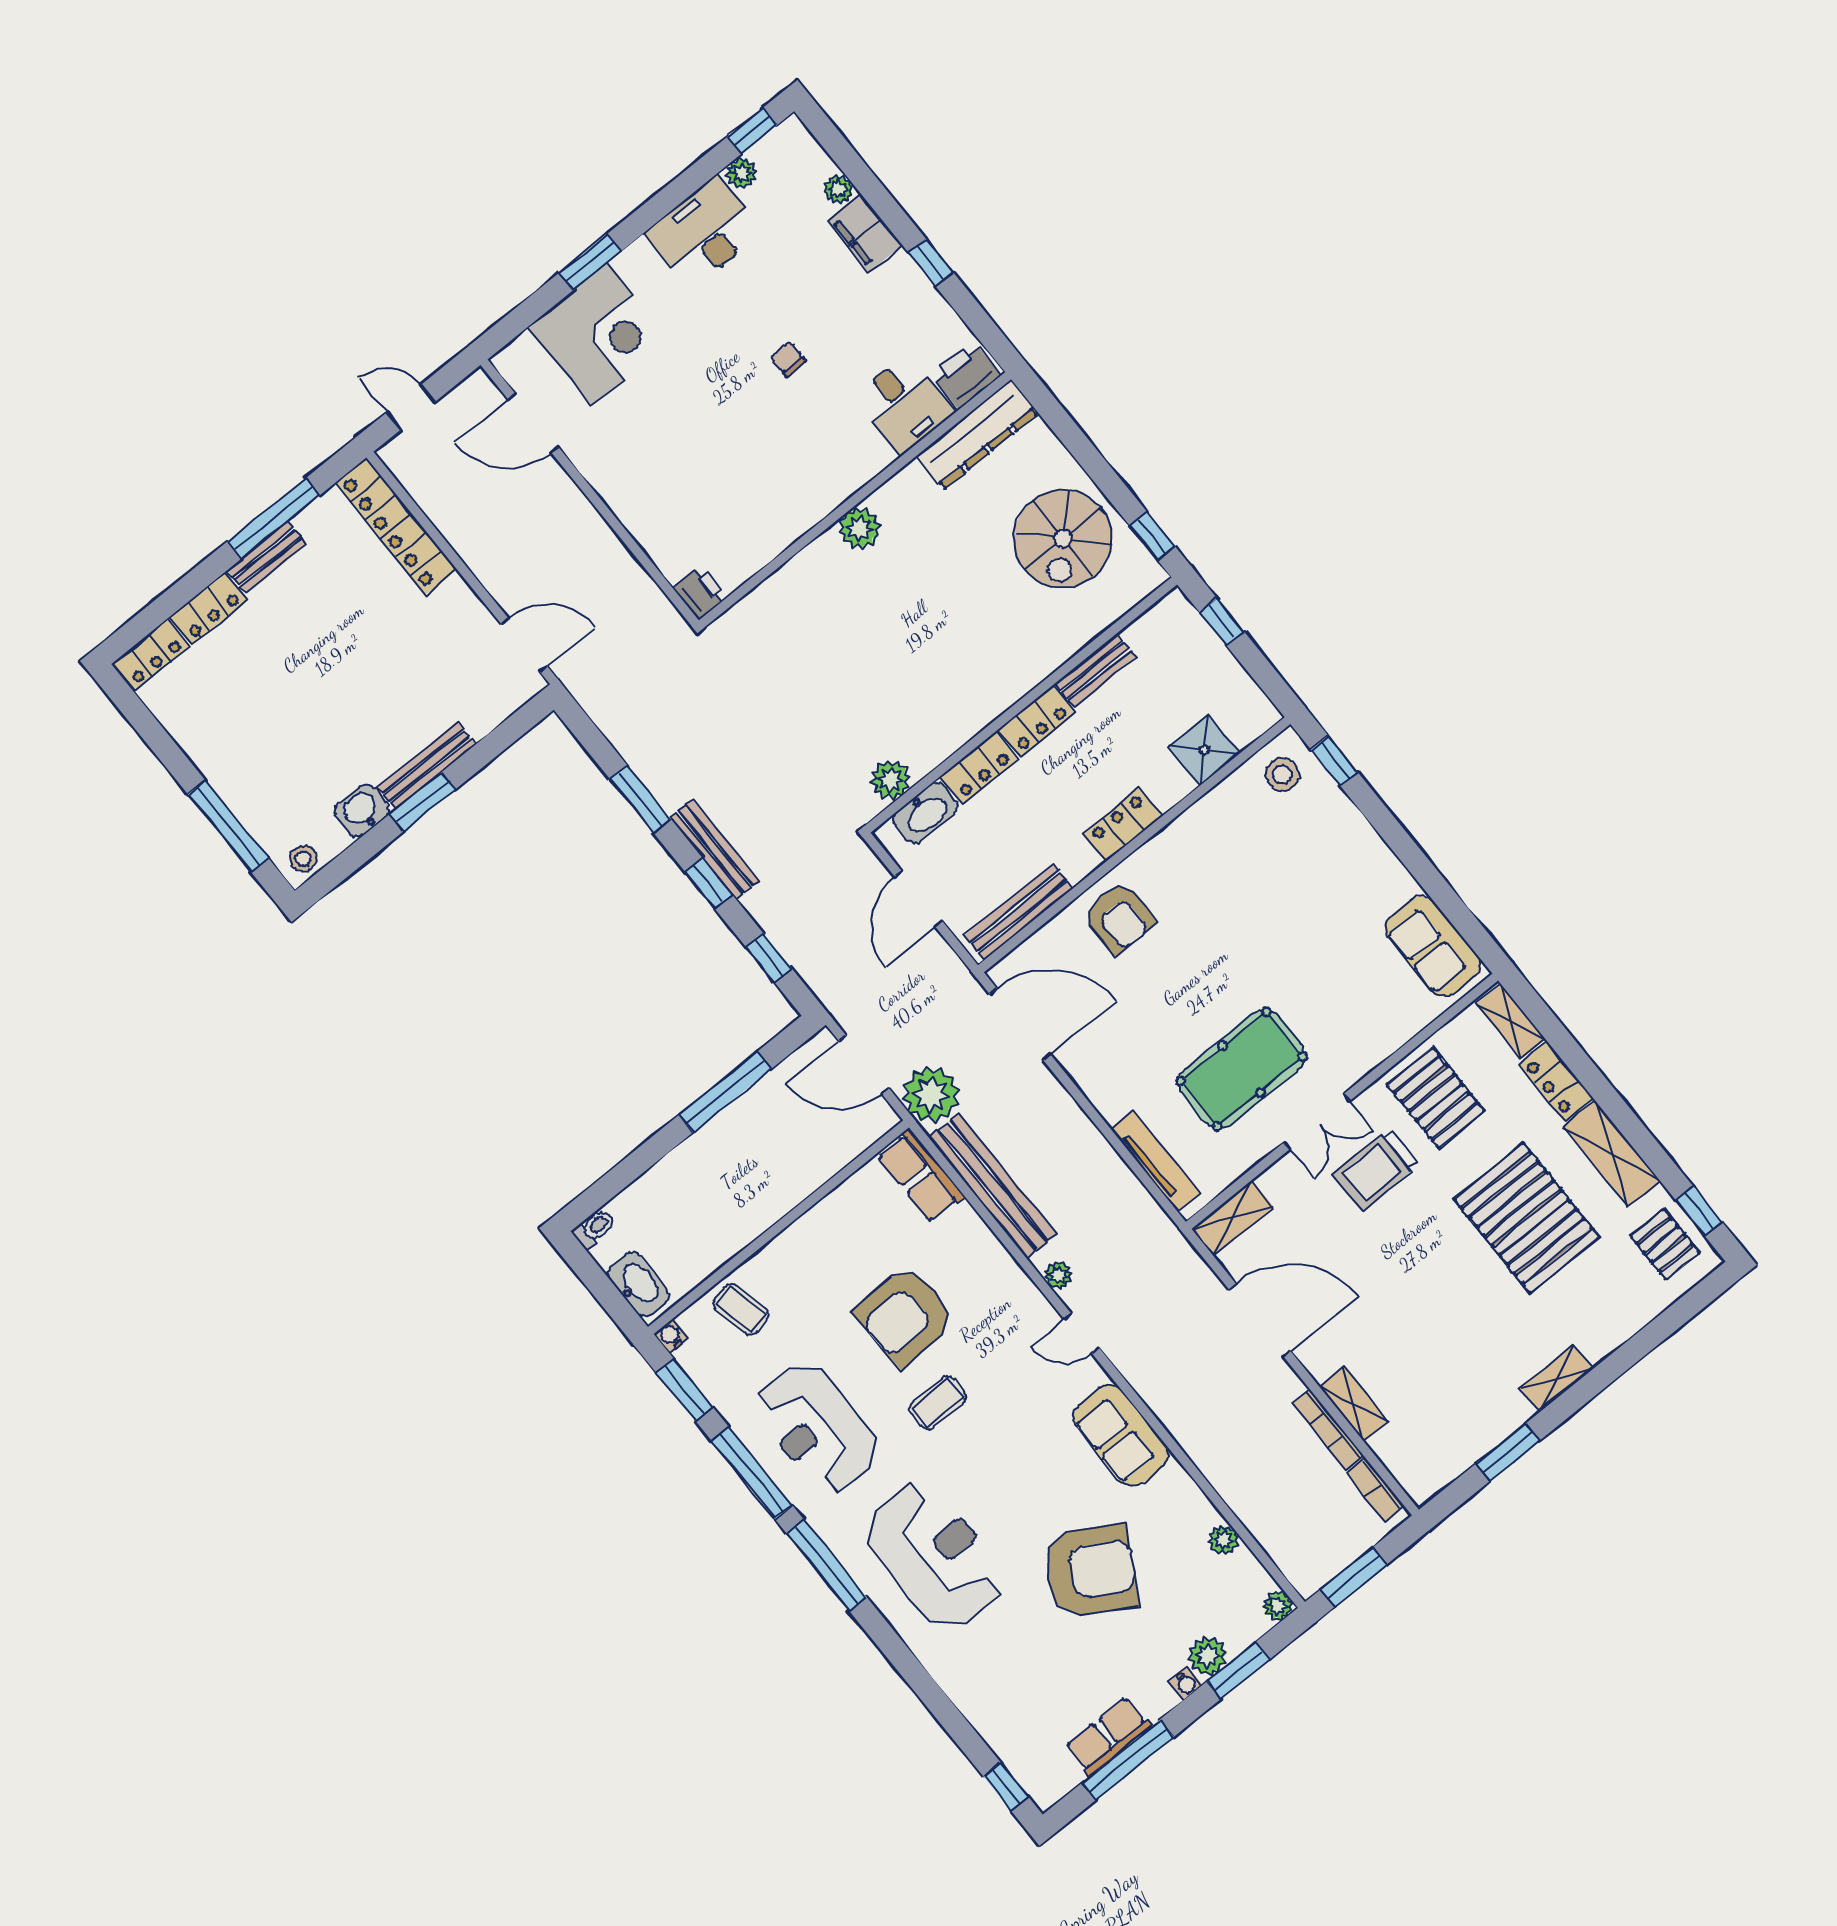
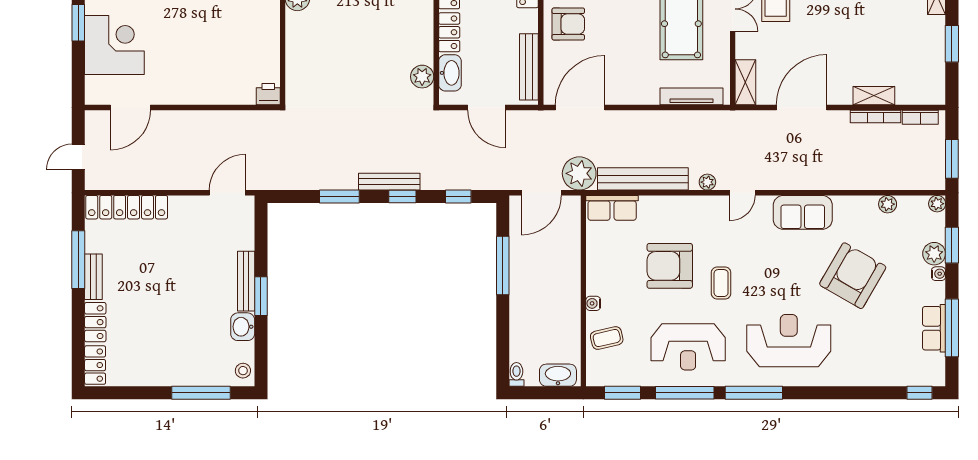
armchair: (905, 1316) -> (670, 266), turned 92
water cooler: (671, 1336) -> (593, 303), moved

